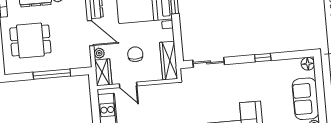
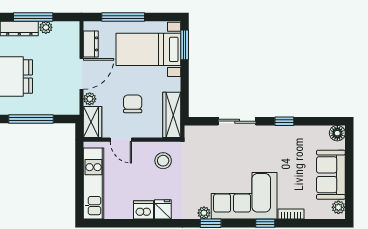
door: (91, 33) -> (82, 74), hinge flipped
sliding door: (209, 62) -> (237, 121), moved
stool: (165, 99) -> (163, 161), added

